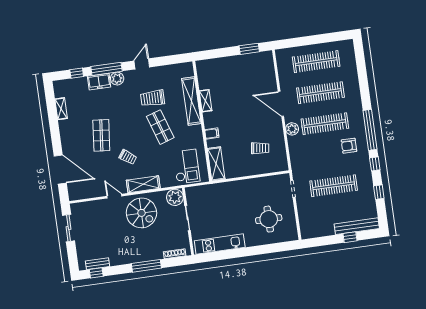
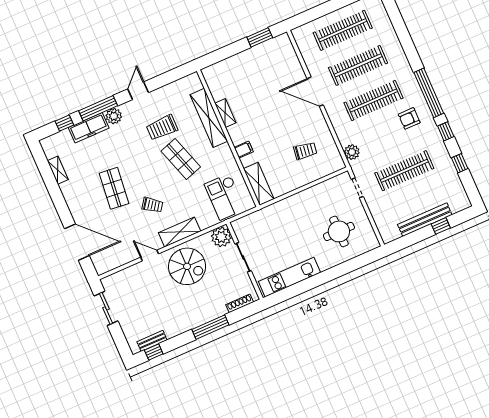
freezer: (99, 82) -> (89, 128), width x1.40
plant: (292, 129) -> (352, 152), moved
checkout: (186, 167) -> (225, 197), turned 180
bench: (357, 226) -> (425, 220), moved

